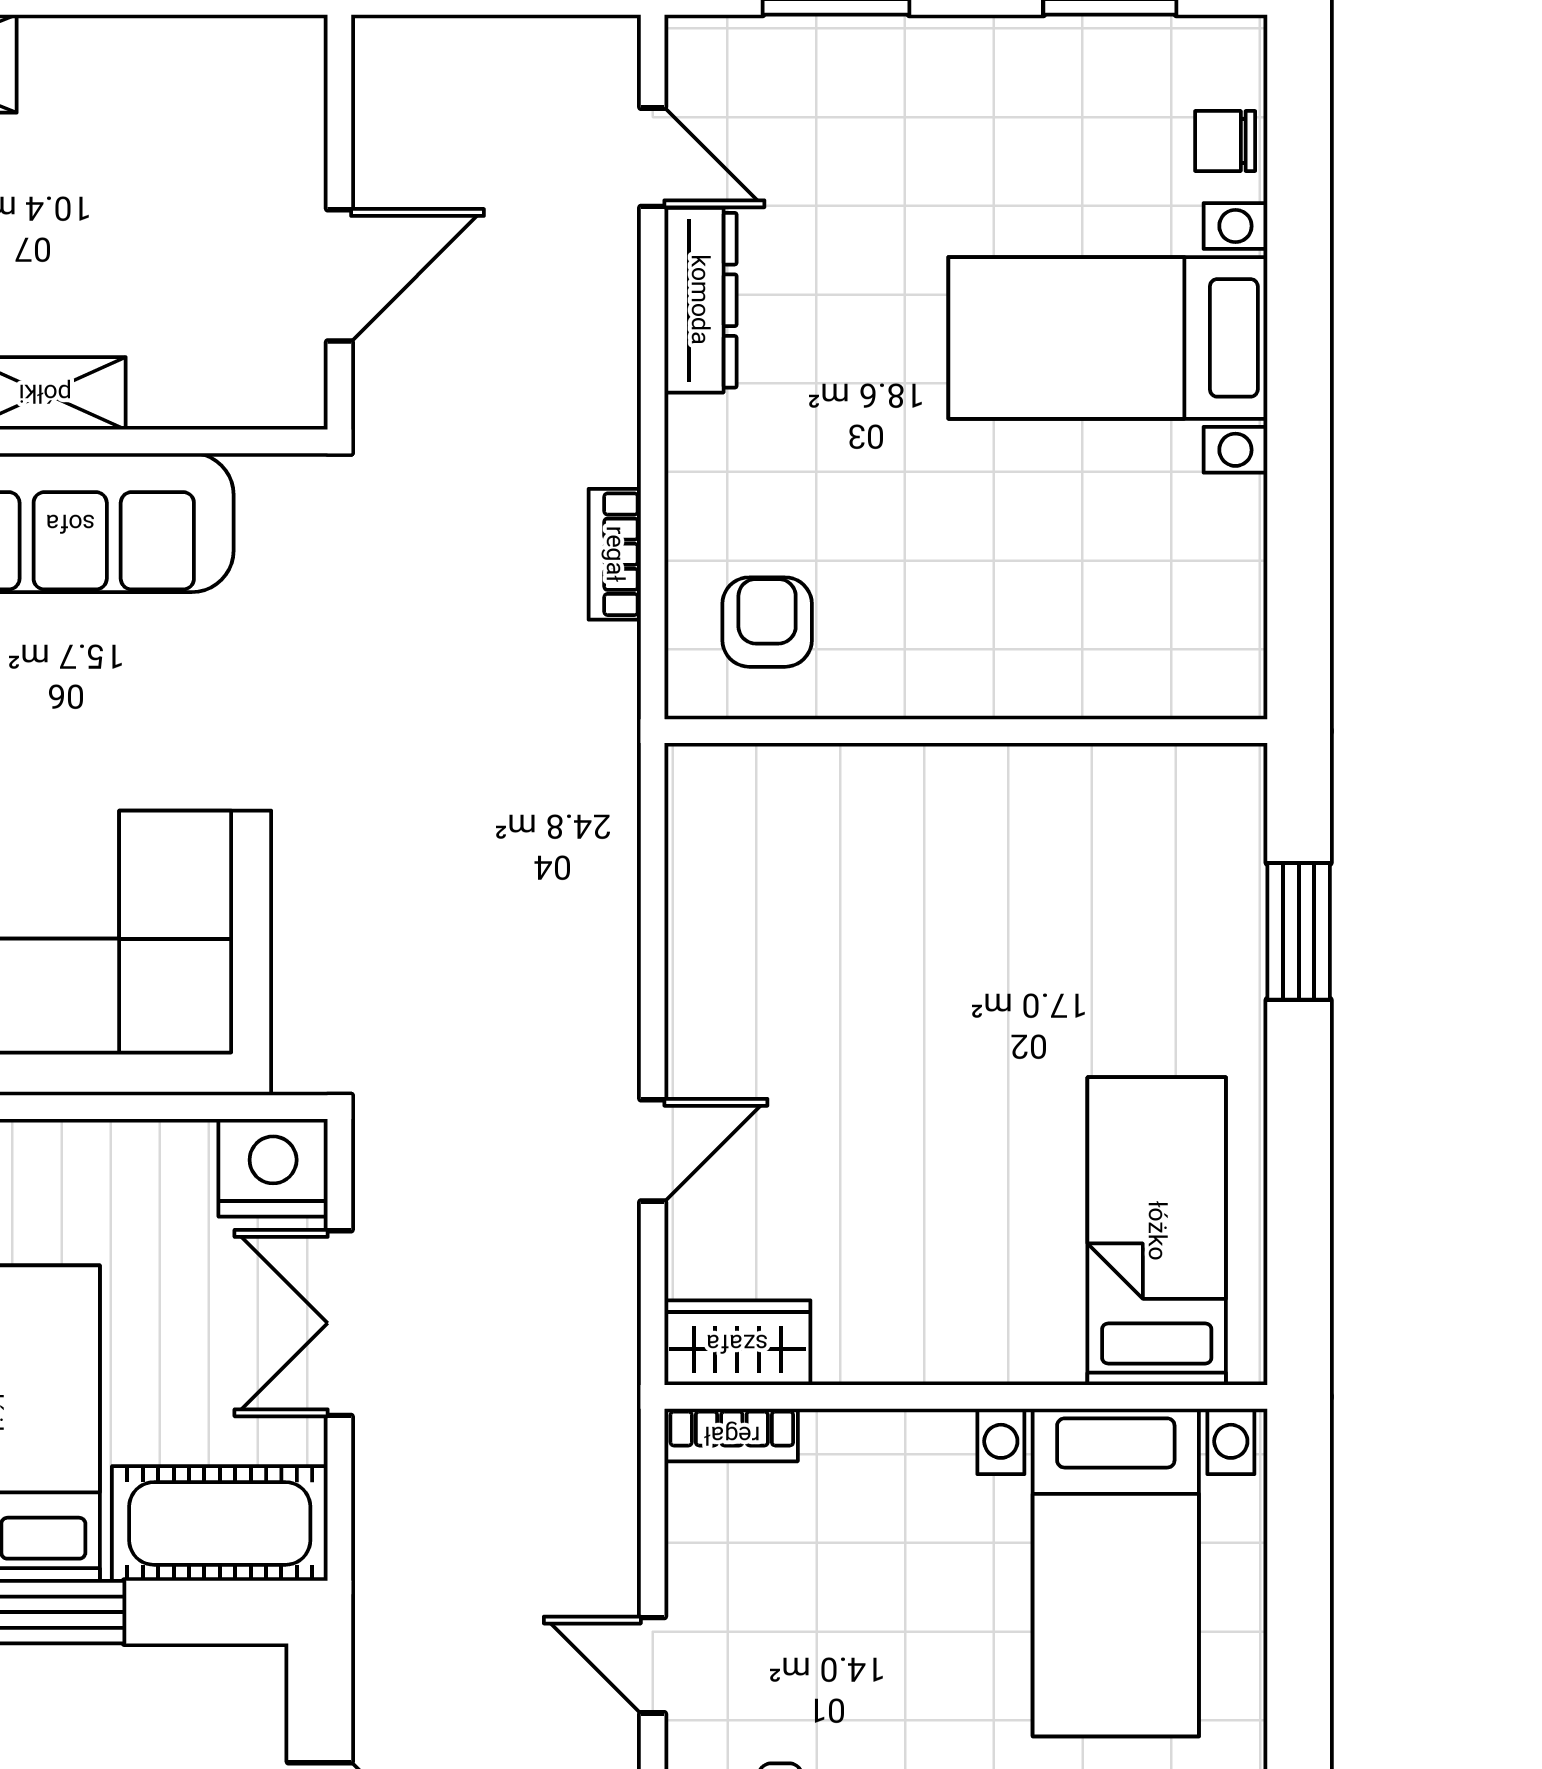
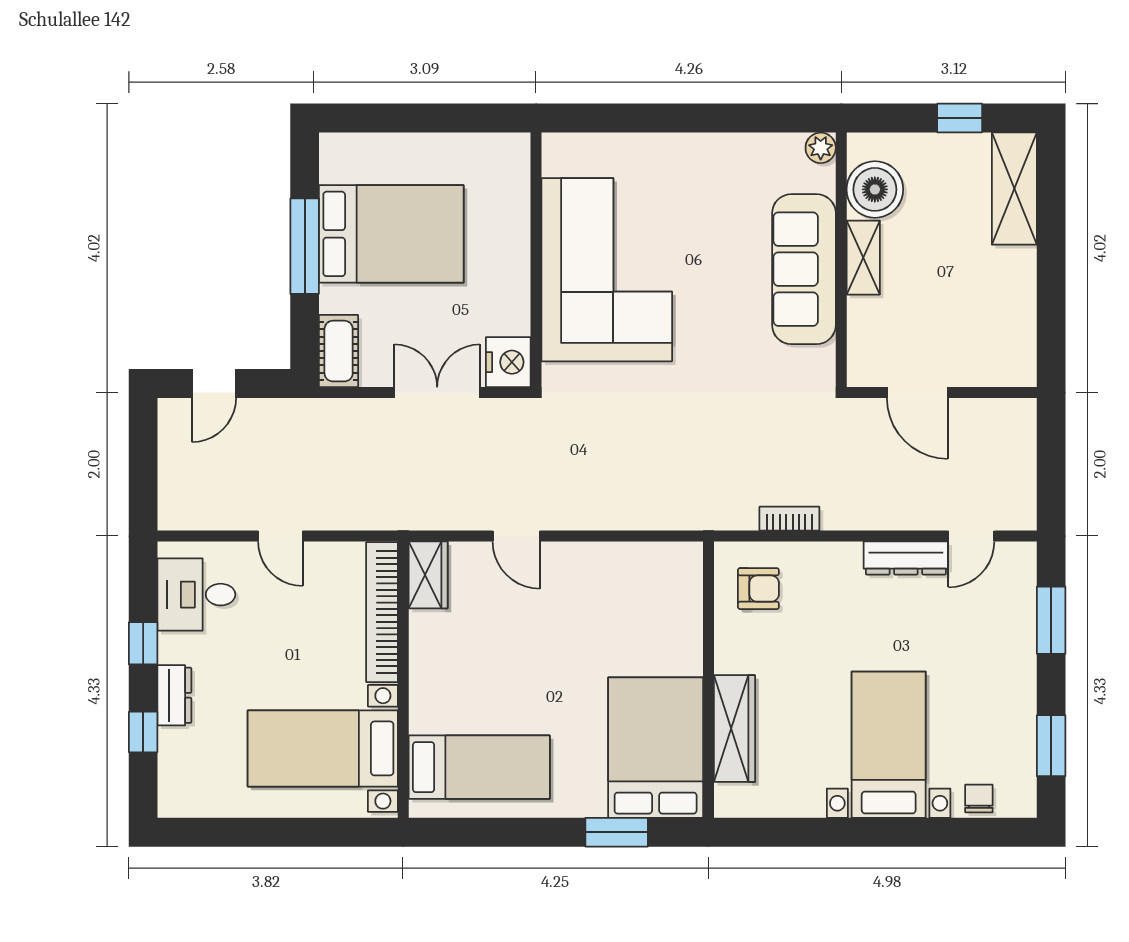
wardrobe: (1073, 674) -> (734, 729), added
bed: (1114, 846) -> (656, 748), added
bookcase: (732, 1435) -> (382, 612), width x2.31, depth x1.31
cot: (220, 1523) -> (339, 351), width x0.73, depth x0.75
door: (653, 1665) -> (280, 536), swing flipped

